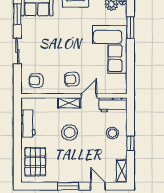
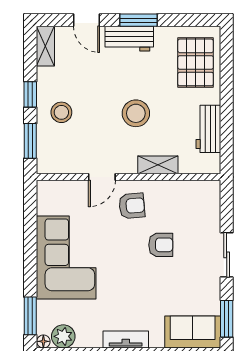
window: (130, 28) -> (30, 316), moved
armchair: (36, 80) -> (161, 245), moved
shelving: (69, 103) -> (158, 165), moved
workbench: (113, 105) -> (129, 39), moved, turned 180
window: (130, 117) -> (30, 141), added

